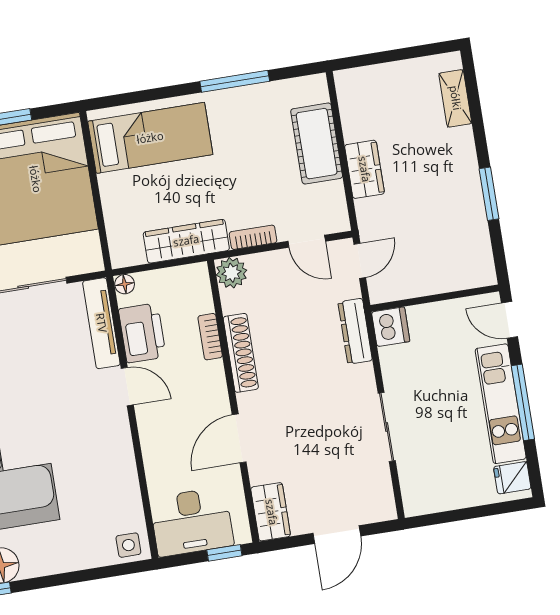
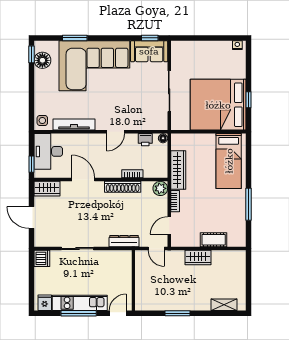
cot: (317, 144) -> (214, 240), width x0.73, depth x0.75
tv unit: (101, 323) -> (74, 125), moved
dishwasher: (391, 327) -> (42, 258), moved, turned -90
printer: (142, 333) -> (145, 140), width x0.53, depth x0.68

